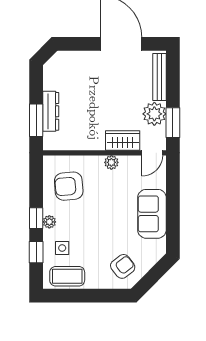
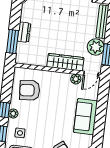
dresser: (51, 111) -> (24, 32), width x0.70
wardrobe: (123, 140) -> (65, 62), width x1.50
plant: (111, 162) -> (76, 79), moved

